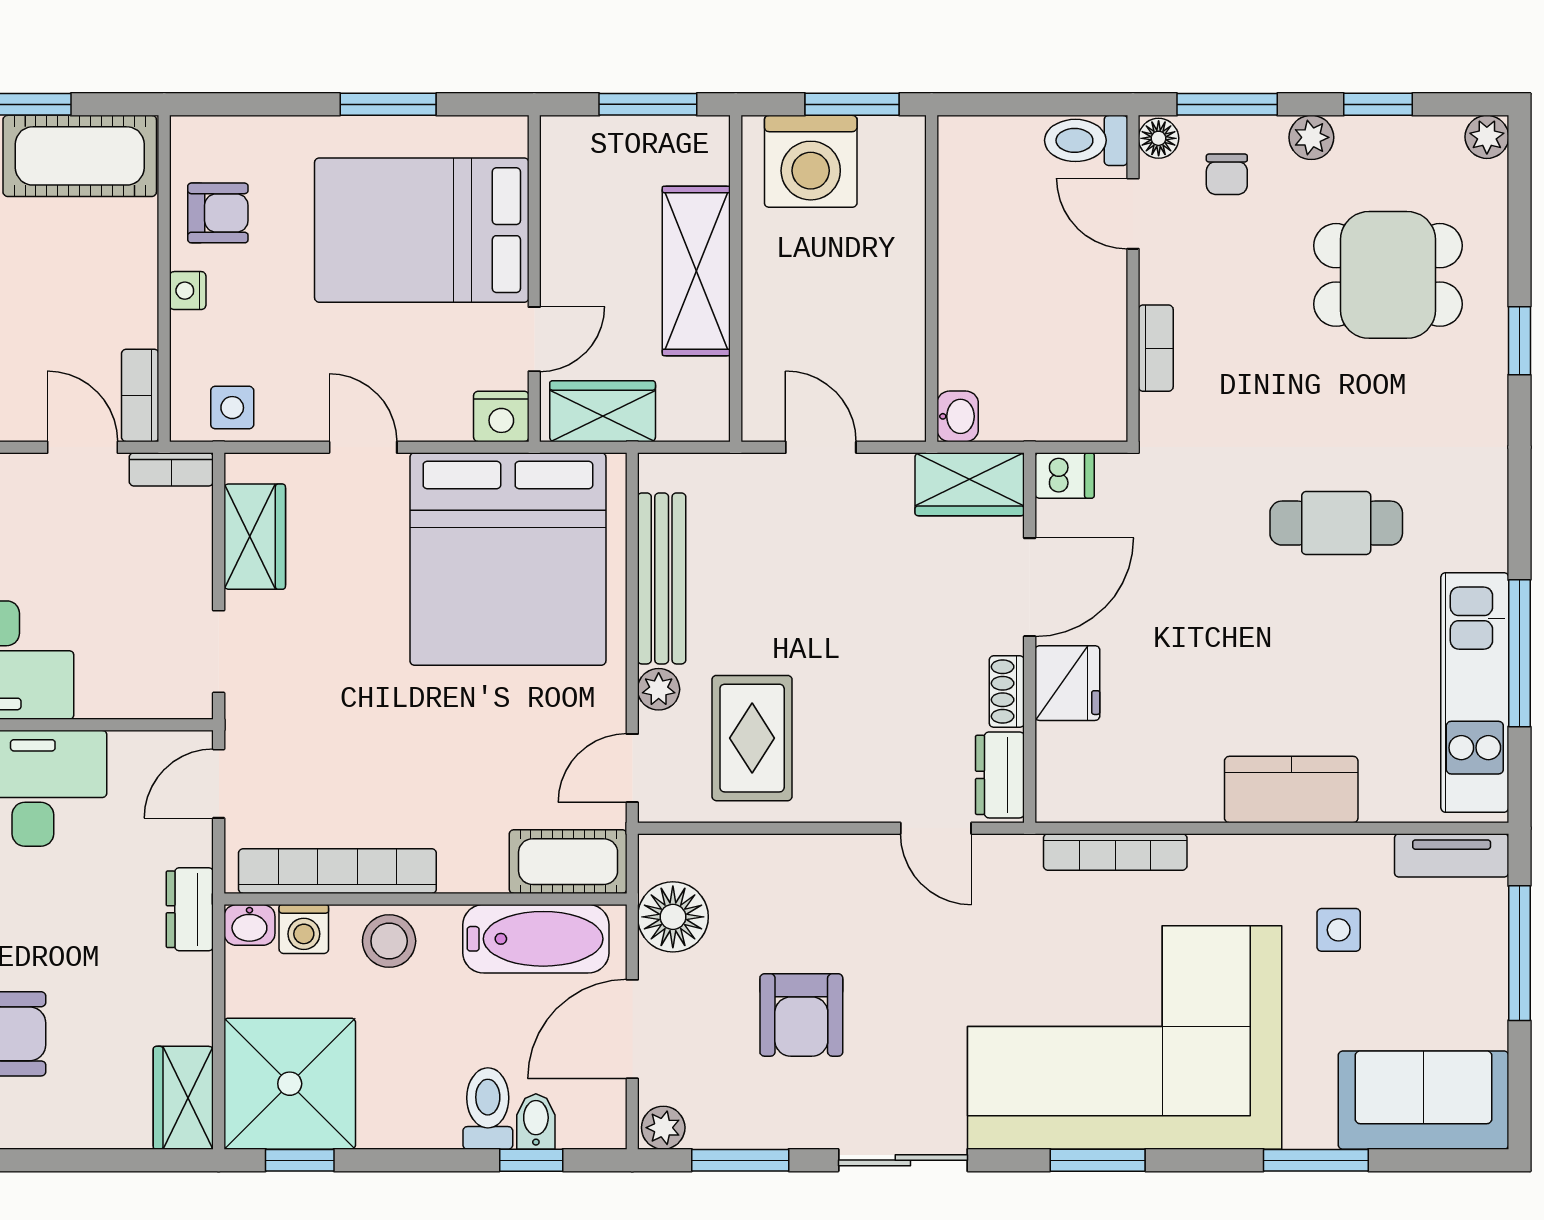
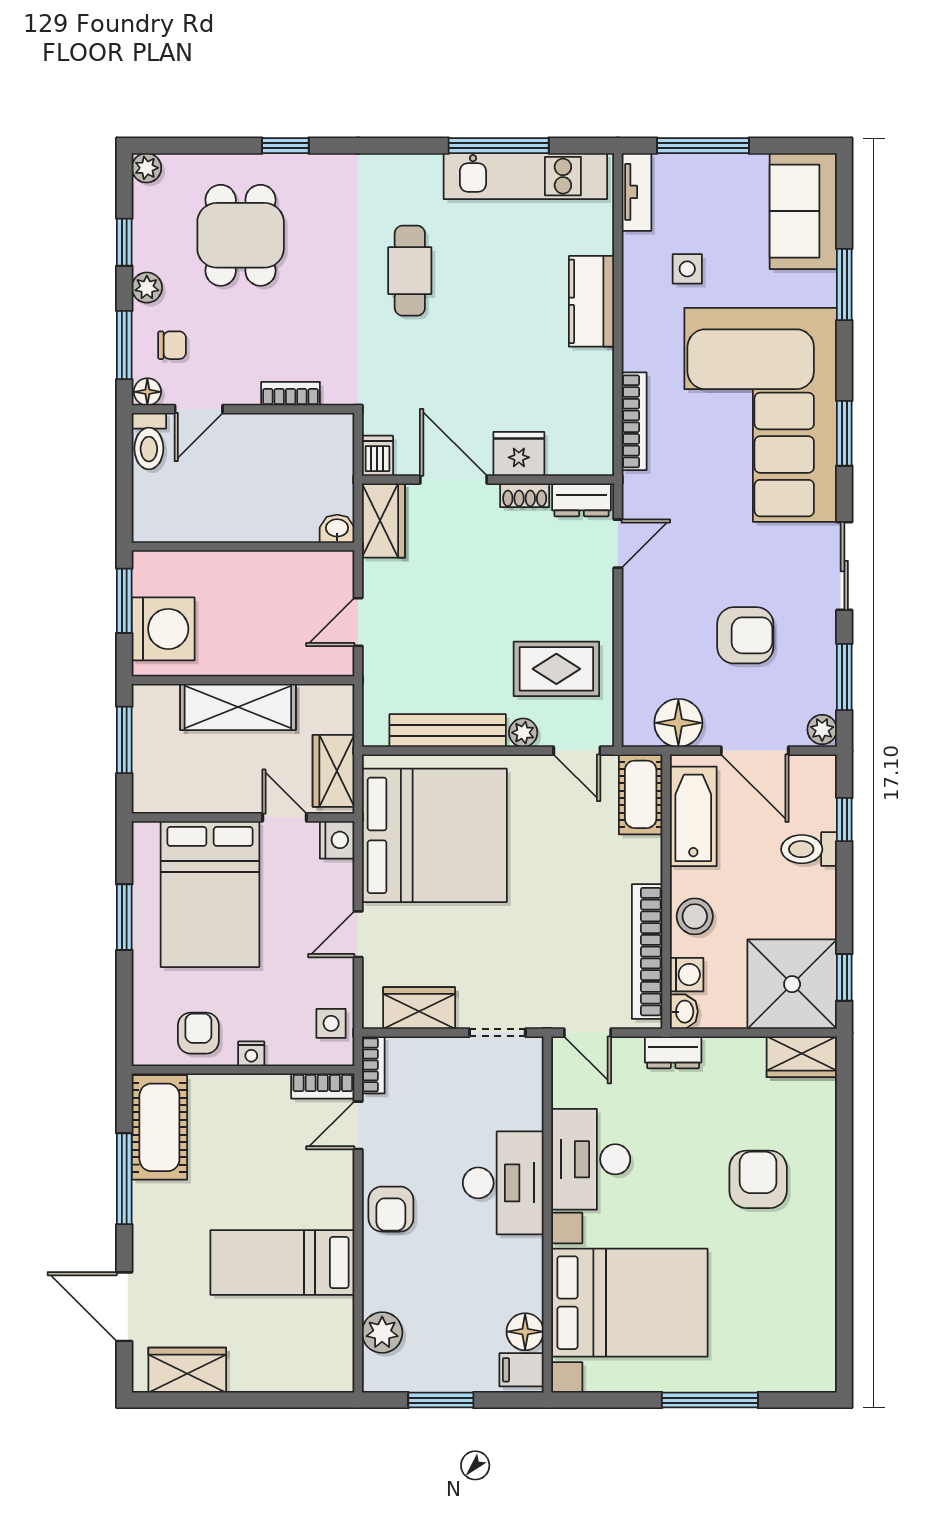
bidet: (536, 1122) -> (818, 816), removed

